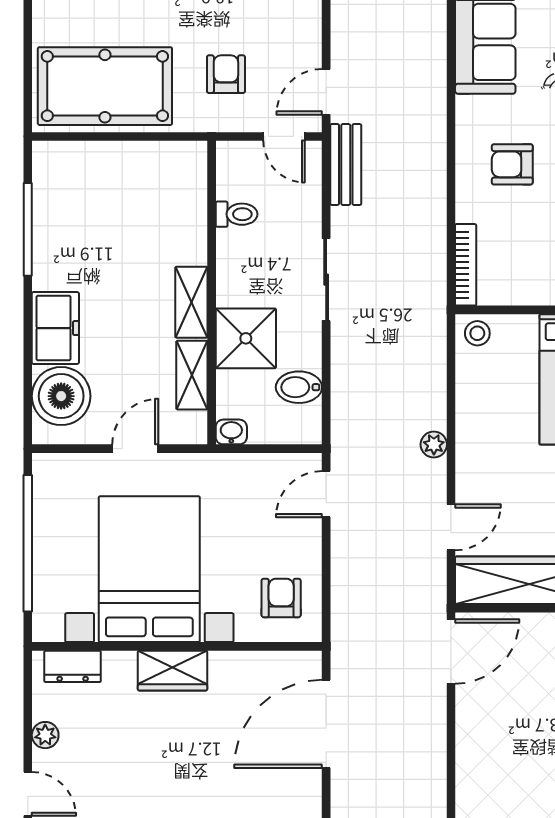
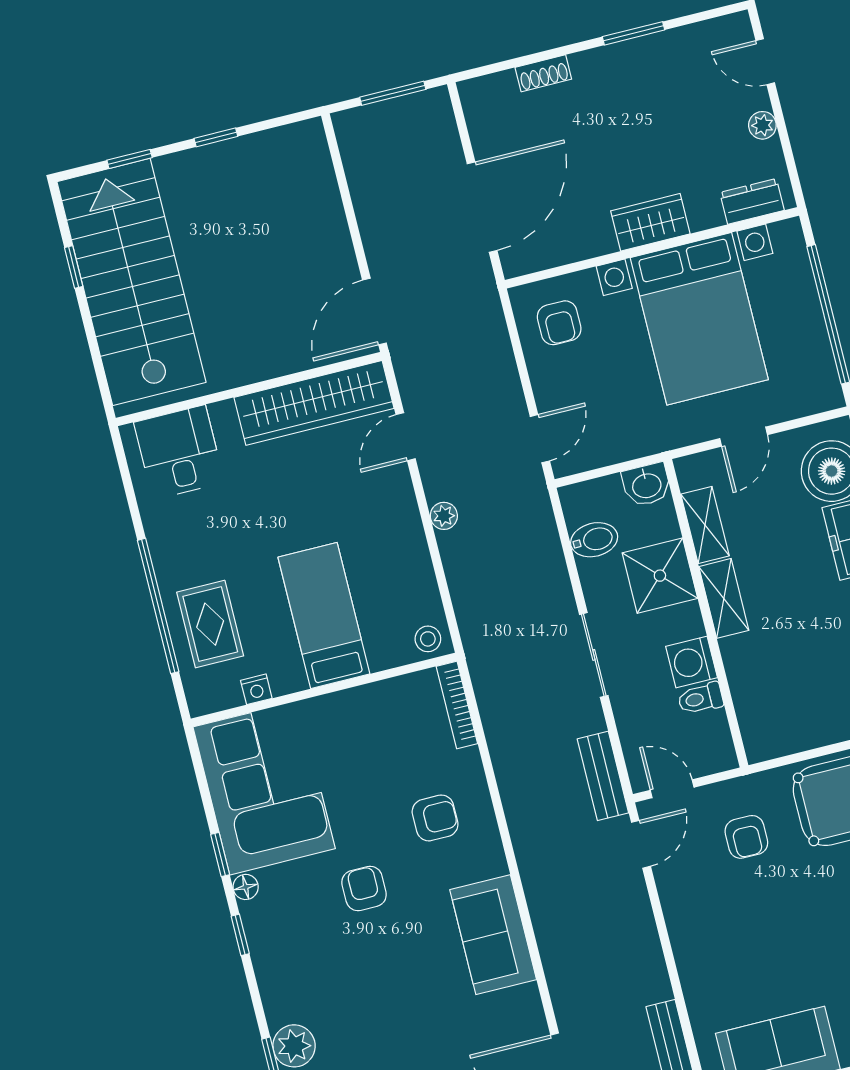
washing machine: (236, 250) -> (692, 662), added
washbasin: (231, 432) -> (646, 485), width x1.38, depth x1.45

